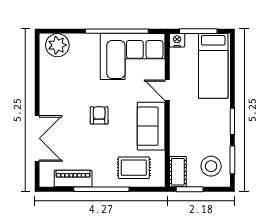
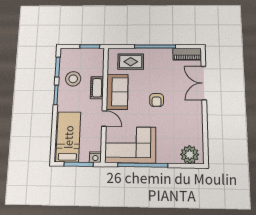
stool: (211, 166) -> (73, 79), moved
cot: (178, 172) -> (97, 88), moved
piano: (73, 179) -> (187, 54), moved

